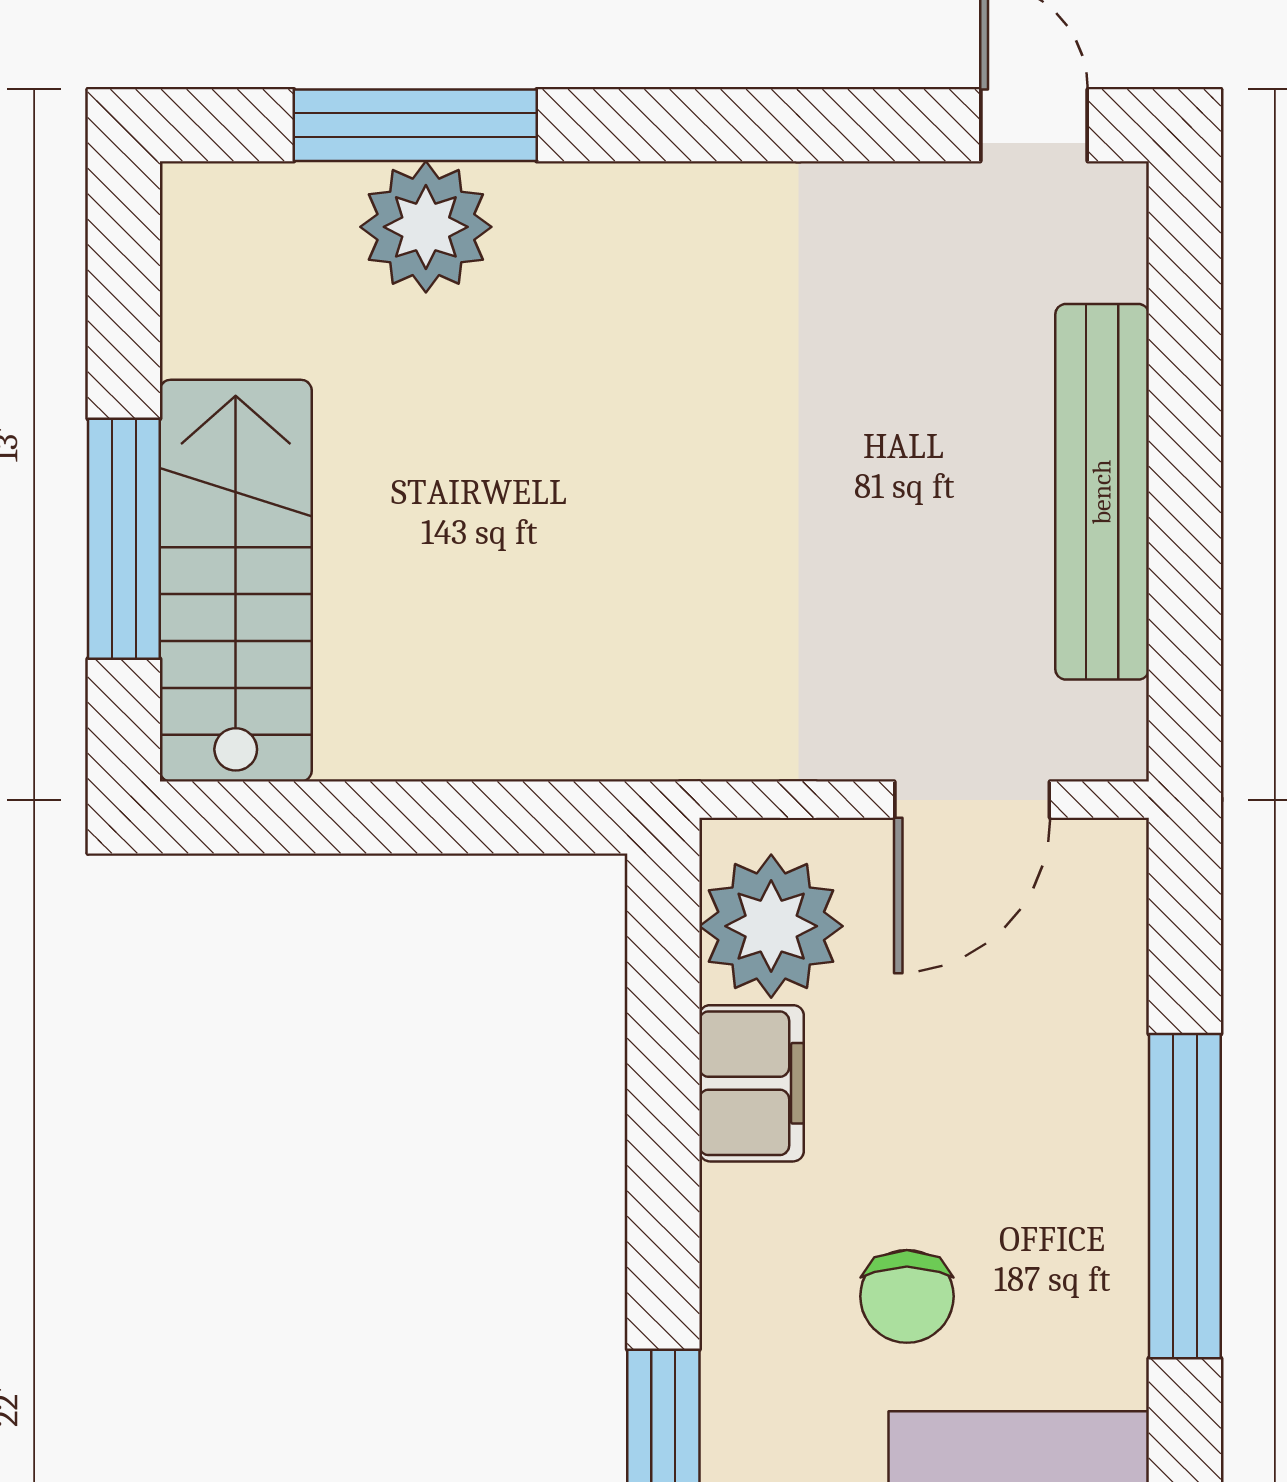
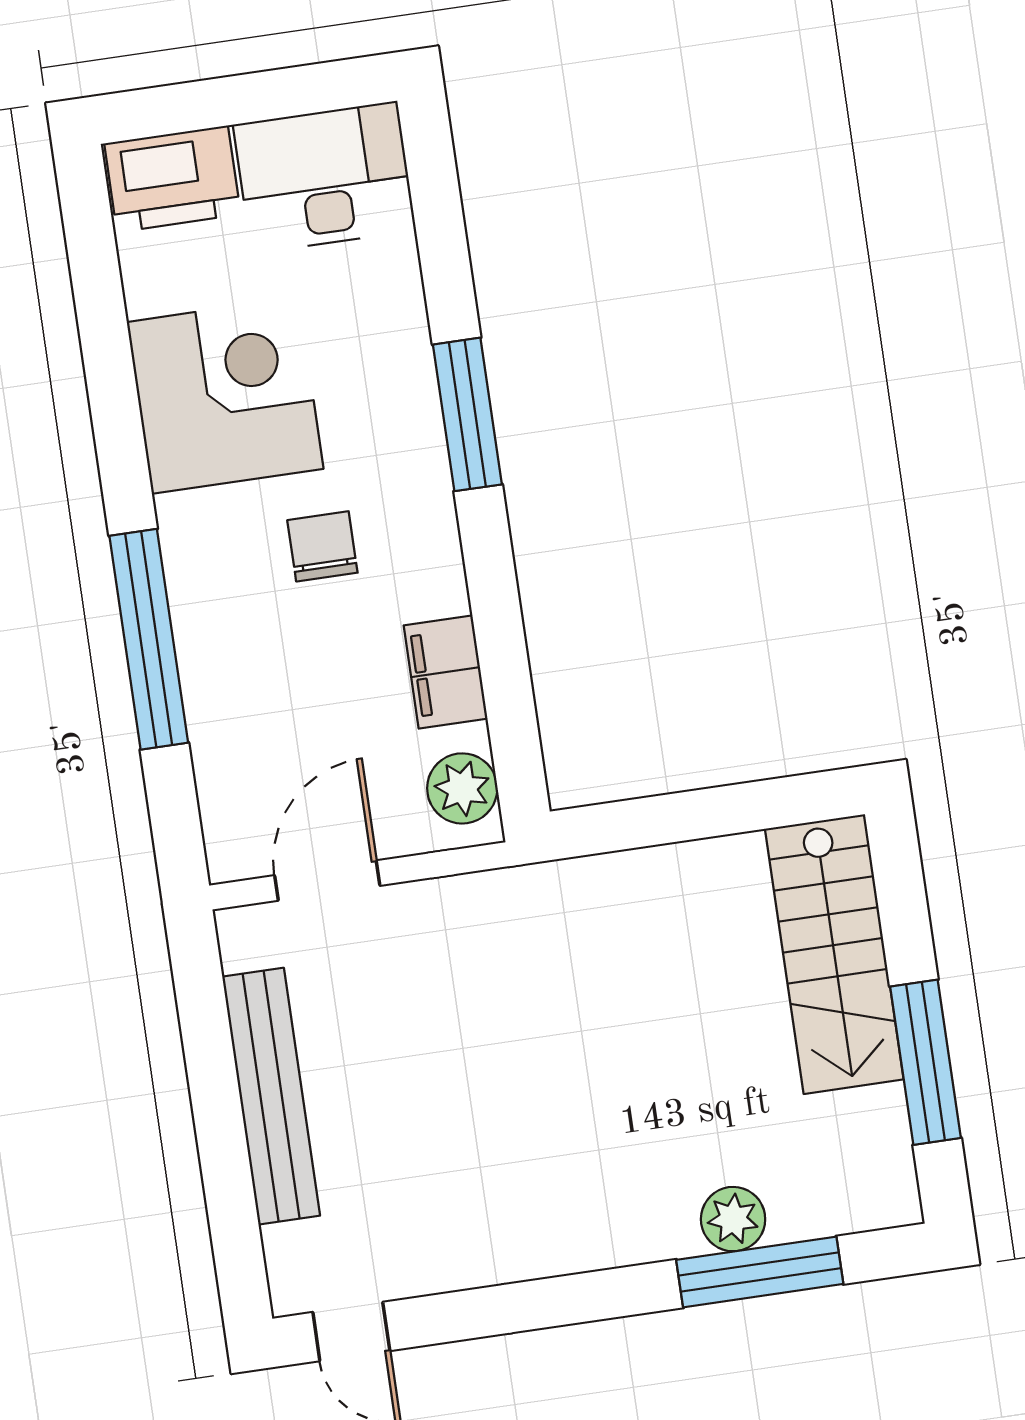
plant: (426, 227) -> (733, 1219), width x0.73, depth x0.73
window: (124, 539) -> (925, 1062), moved
plant: (771, 926) -> (462, 788), width x0.73, depth x0.73

